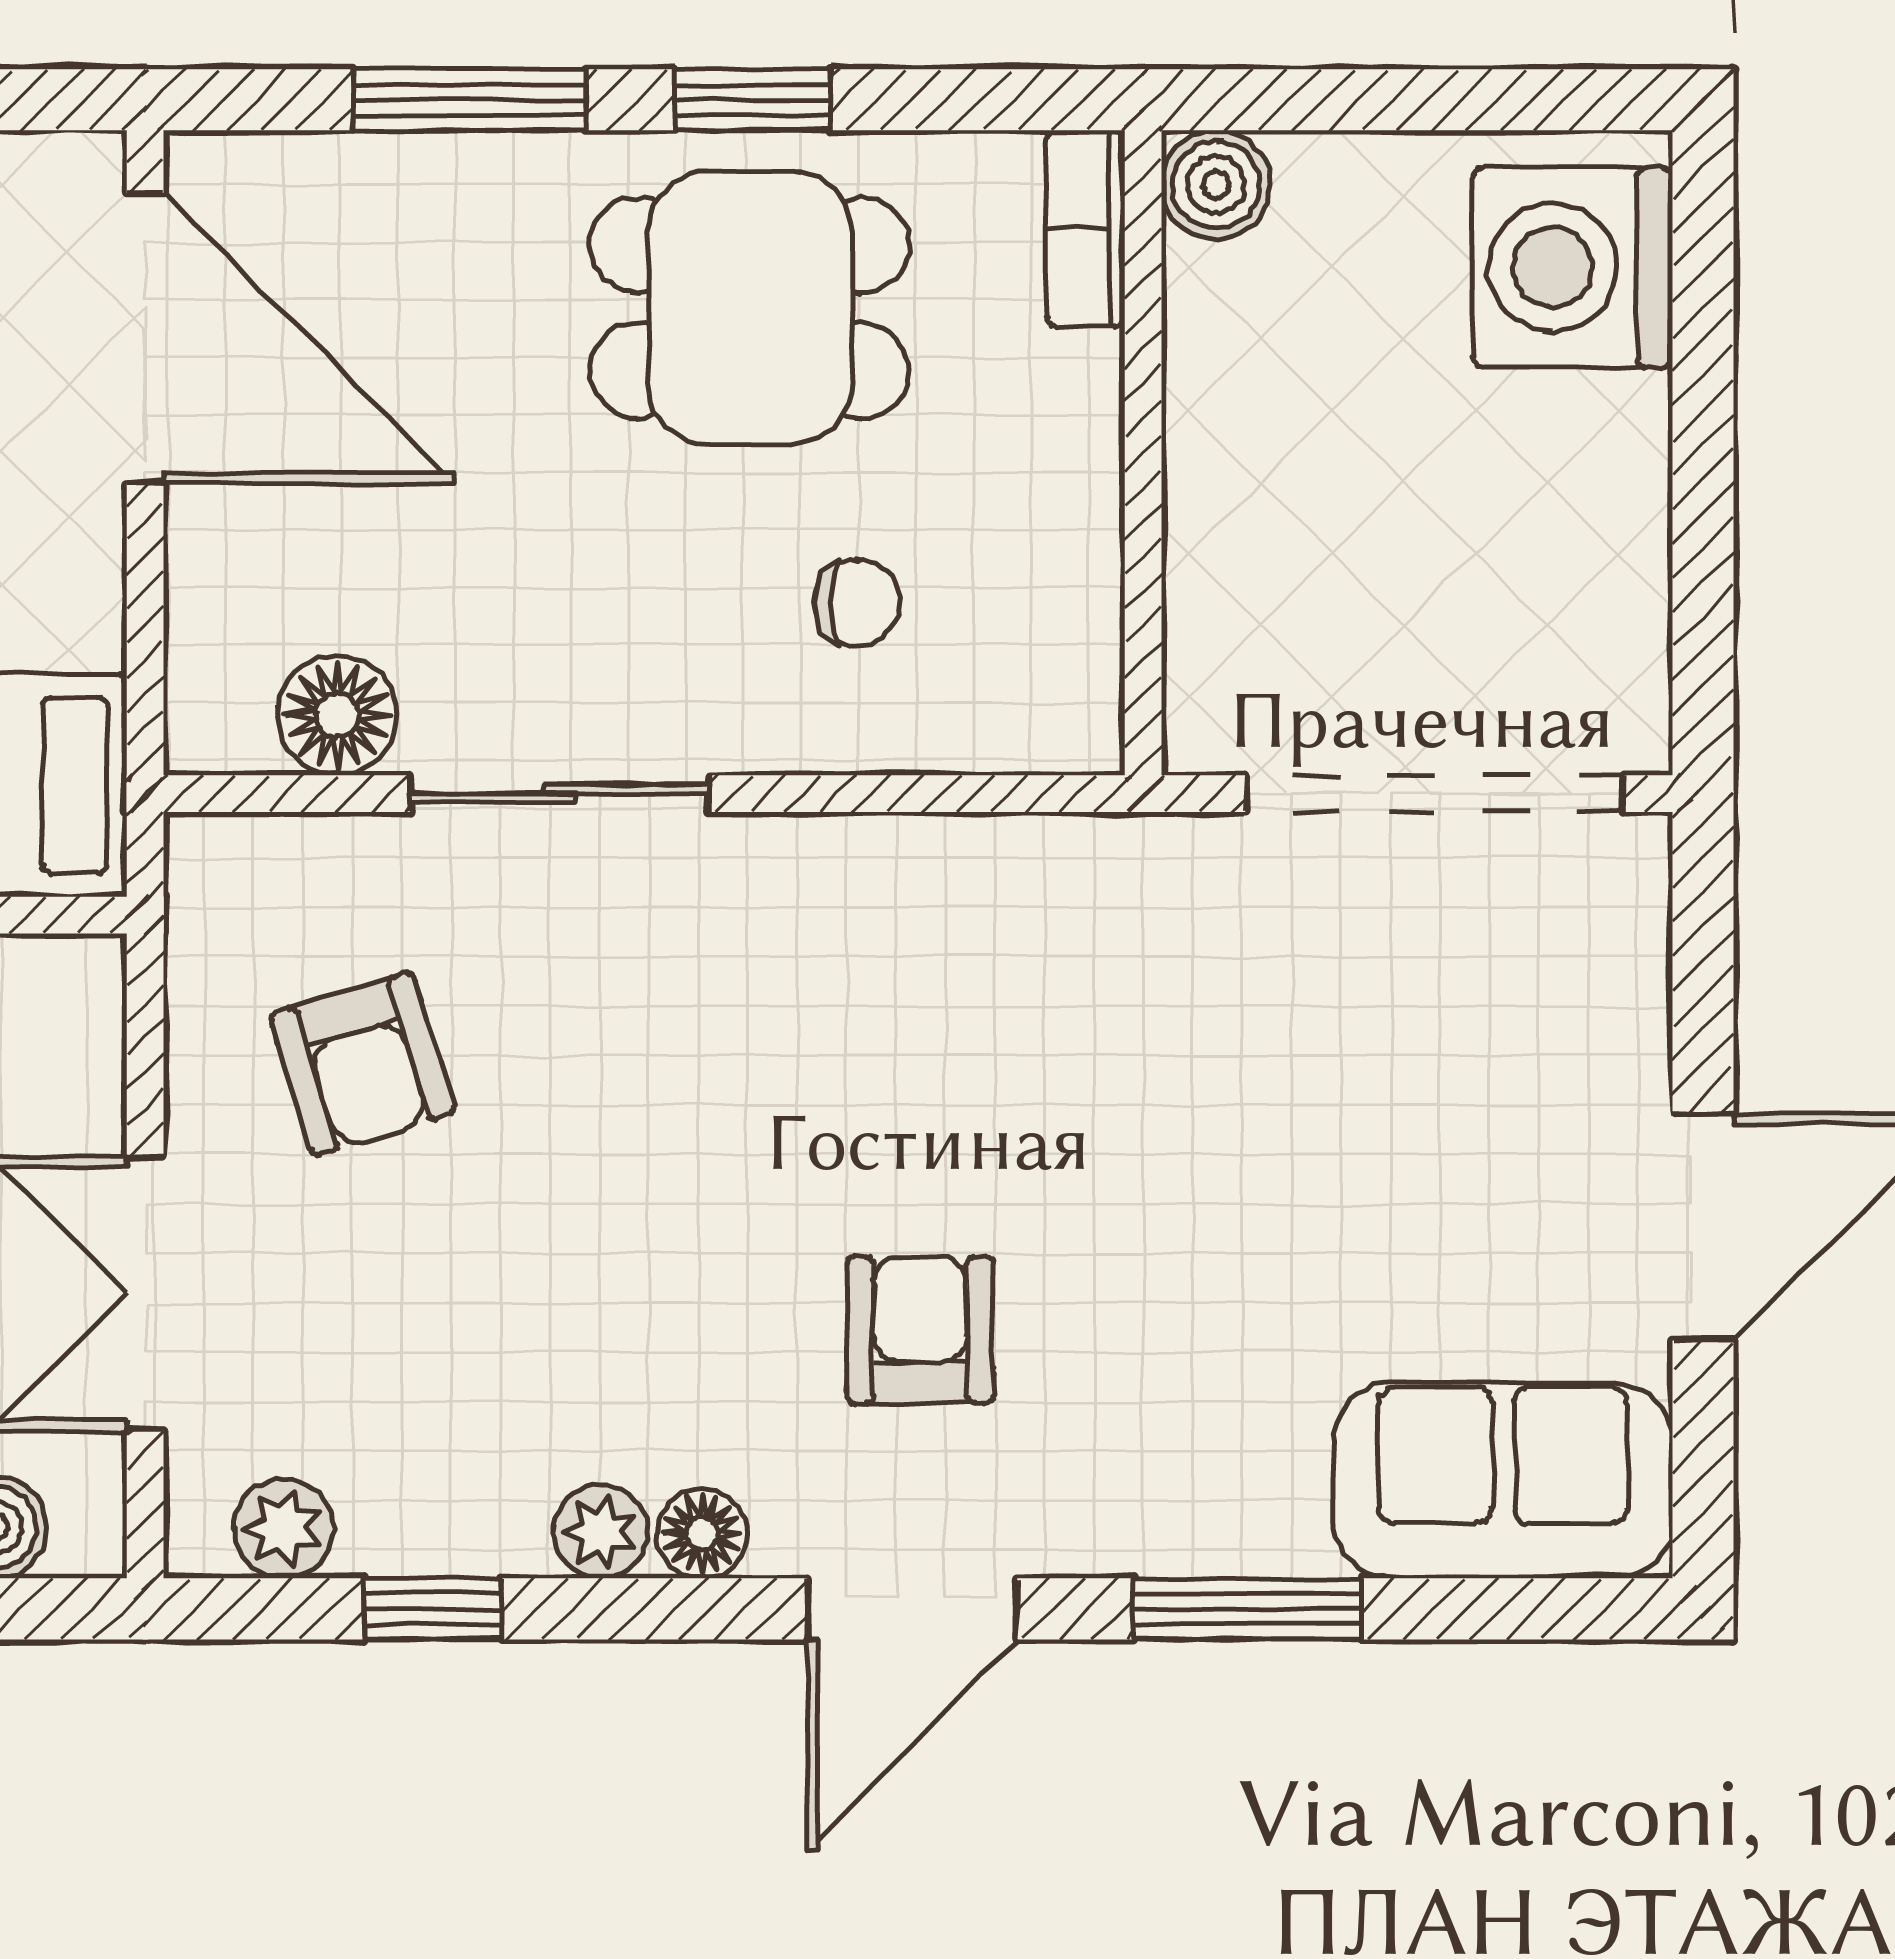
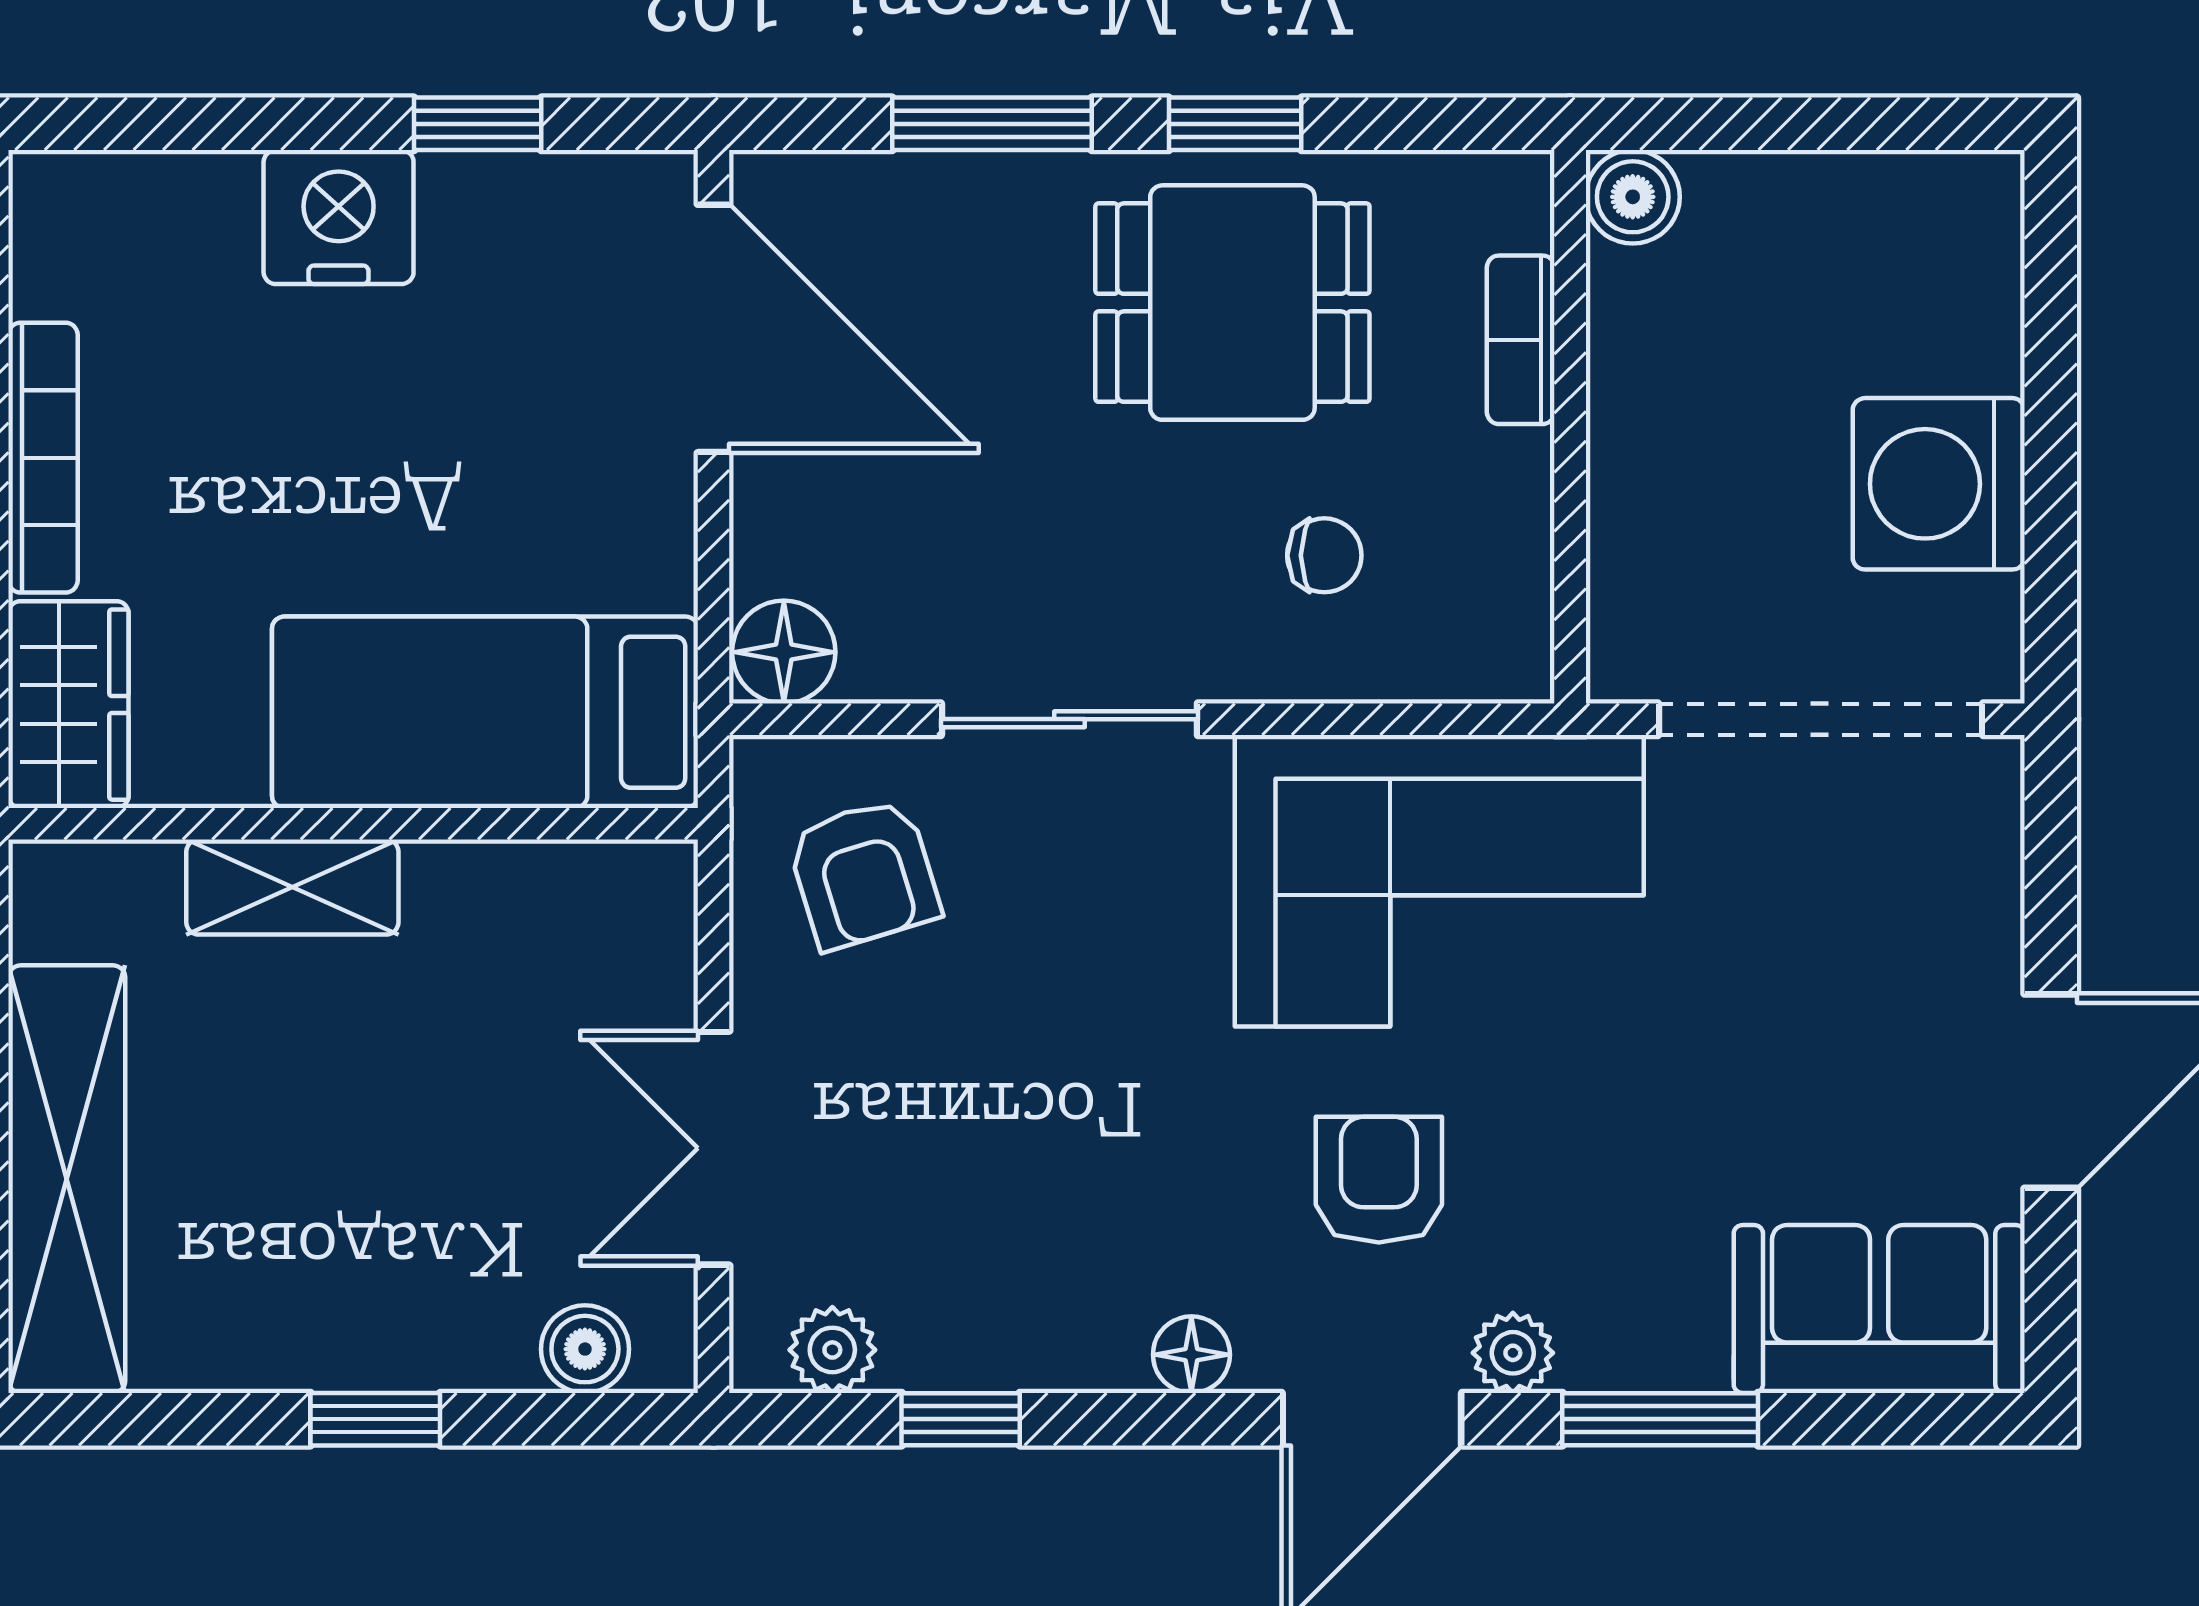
bookcase: (1086, 229) -> (1521, 340), moved
washing machine: (1573, 267) -> (1939, 484), moved
floor lamp: (337, 715) -> (784, 652), moved
corner sofa: (991, 982) -> (1439, 881), added
armchair: (363, 1064) -> (864, 874), moved
plant: (601, 1532) -> (1513, 1353), moved

